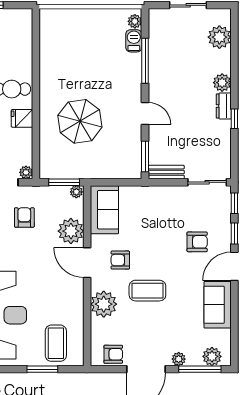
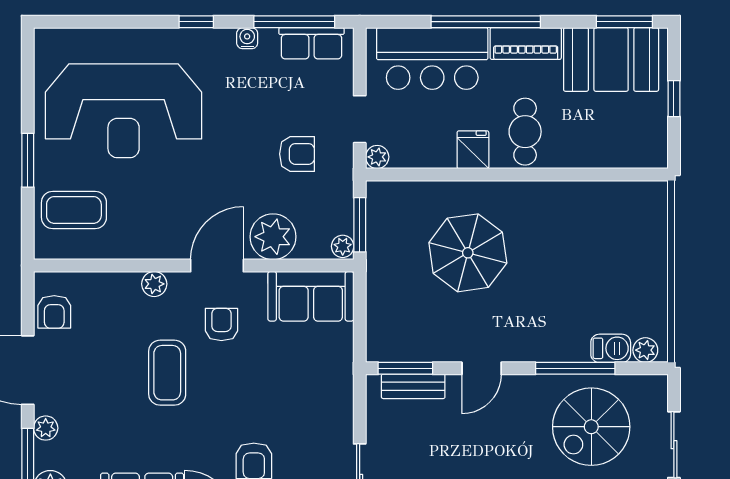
spiral stairs: (178, 52) -> (591, 427), added
bench: (166, 172) -> (413, 386), moved, turned 90
plant: (104, 304) -> (154, 284), width x0.53, depth x0.53
window: (42, 369) -> (28, 160), moved

